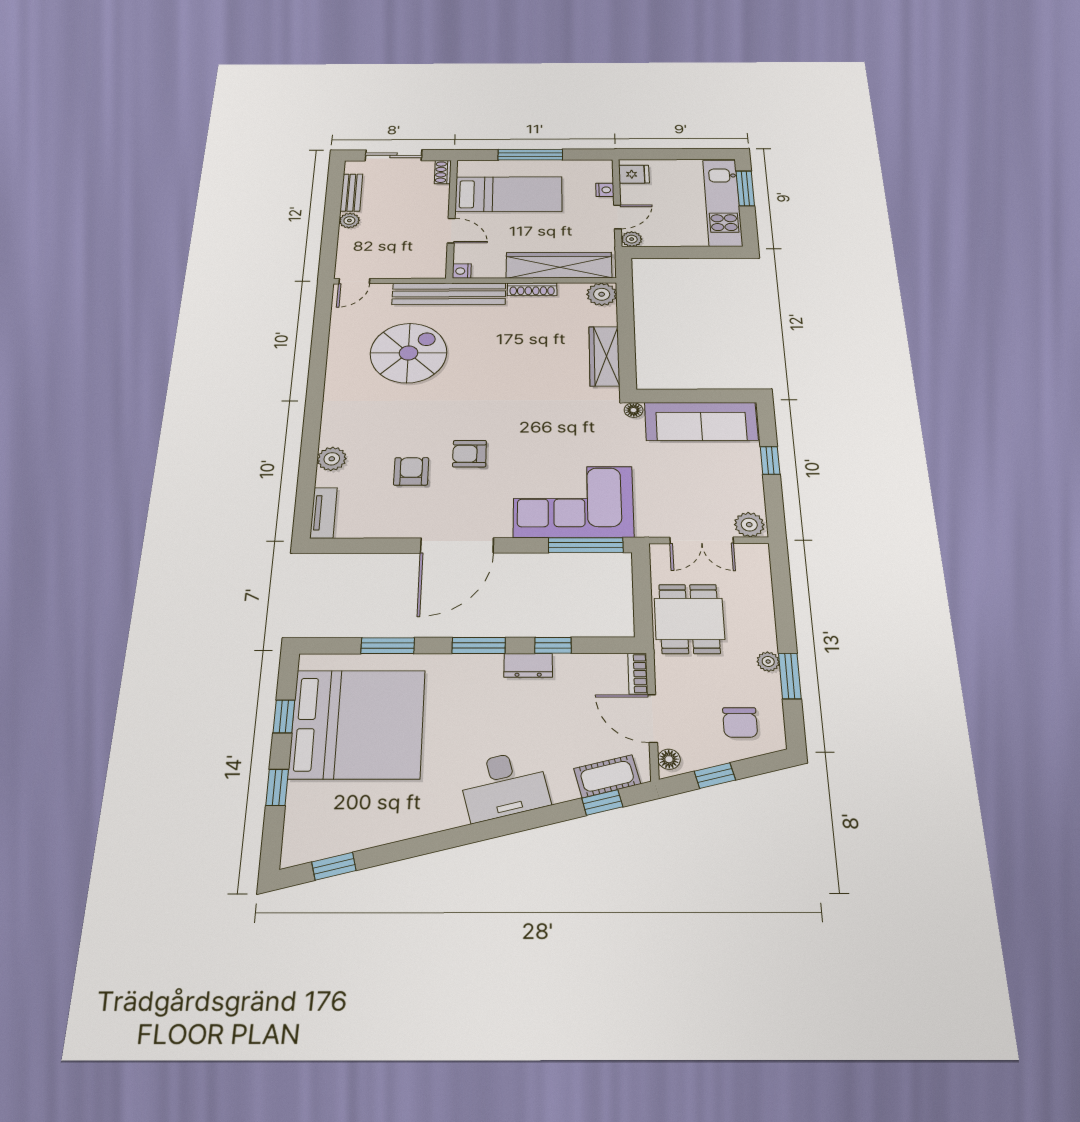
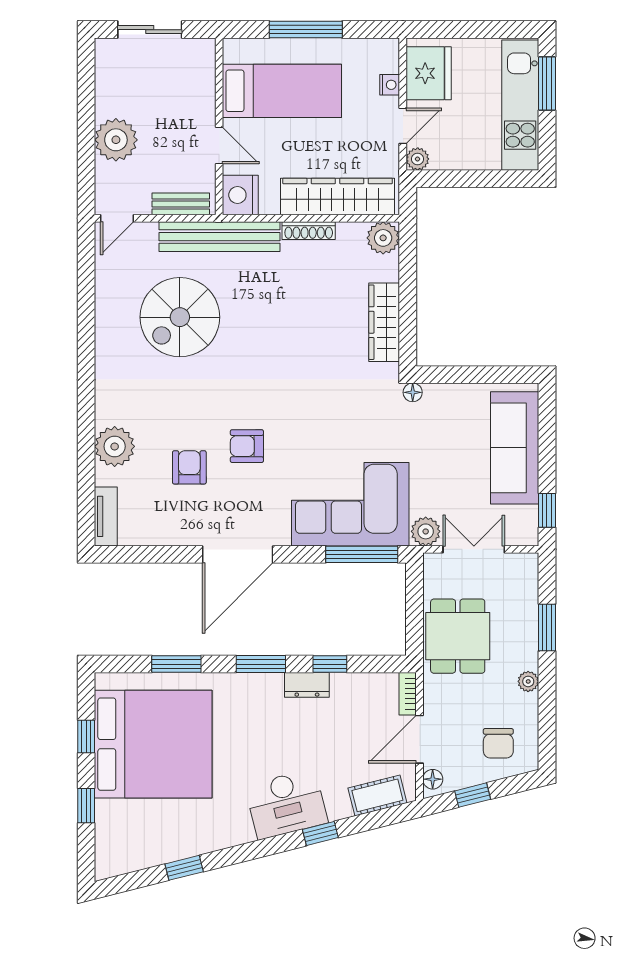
shoe rack: (443, 172) -> (207, 56), removed
fridge: (634, 174) -> (429, 73), width x1.88, depth x1.34
bench: (351, 193) -> (181, 204), moved, turned 90
plant: (349, 220) -> (116, 140), width x1.88, depth x1.88
nightstand: (462, 271) -> (240, 195), width x1.89, depth x1.79
spiral stairs: (408, 353) -> (180, 317), turned 180
sofa: (701, 421) -> (515, 448), moved, turned 90
plant: (332, 459) -> (115, 446), width x1.36, depth x1.36
window: (770, 460) -> (547, 510), moved
plant: (749, 525) -> (426, 531), moved
double door: (702, 540) -> (474, 549), swing flipped
window: (790, 676) -> (547, 627), moved
door: (652, 718) -> (419, 739), hinge flipped
window: (602, 802) -> (320, 833), moved
window: (334, 866) -> (184, 868), moved

